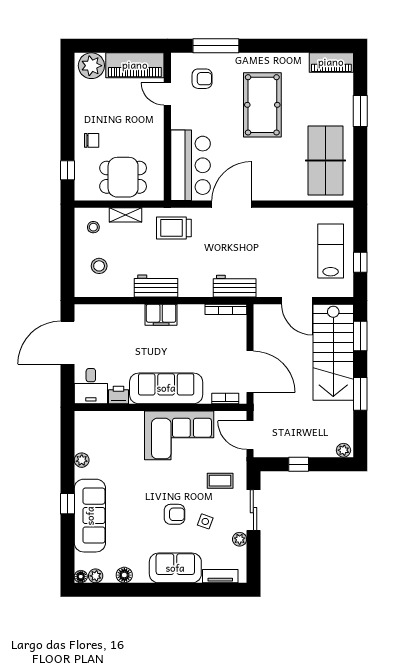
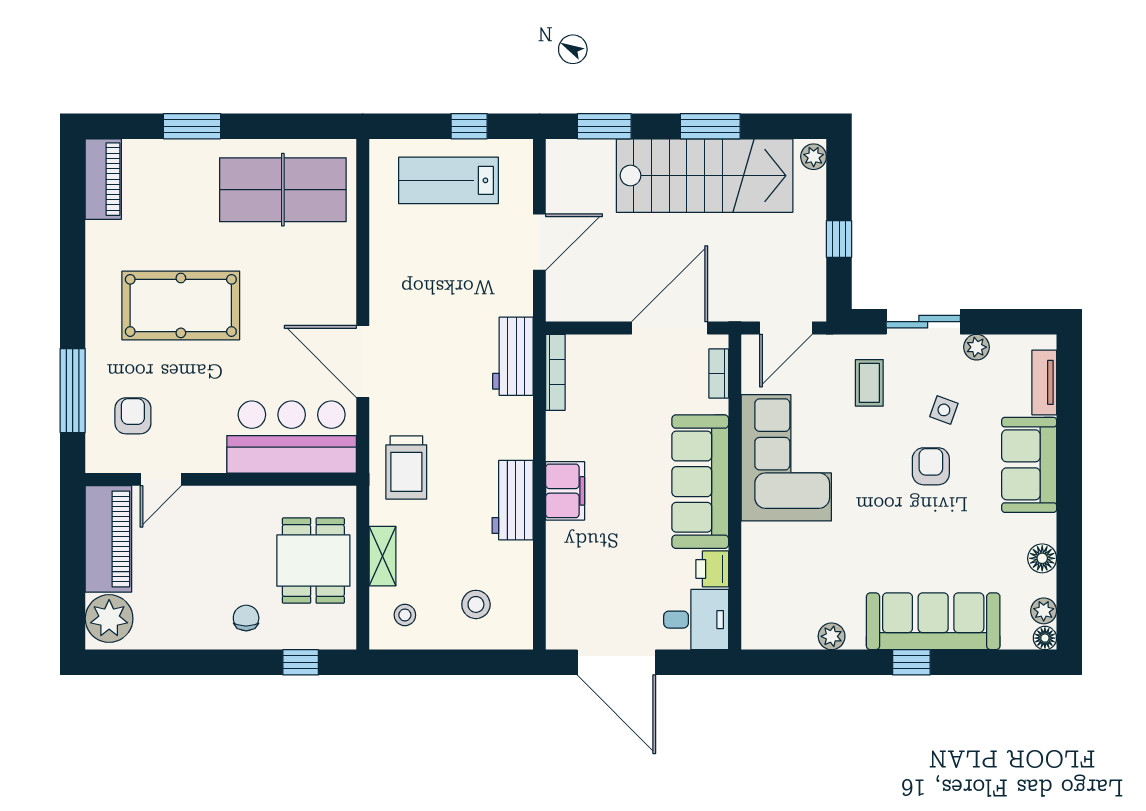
stairs: (333, 352) -> (705, 176), moved

